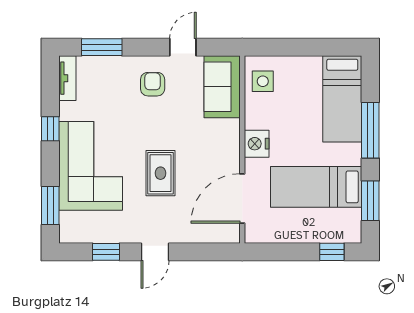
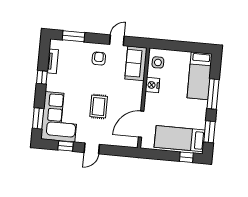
tv unit: (67, 78) -> (53, 61), moved
nightstand: (257, 144) -> (153, 85), moved
corner sofa: (91, 166) -> (60, 117), moved
bed: (316, 187) -> (180, 139), moved

